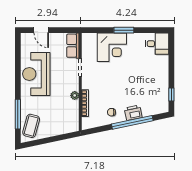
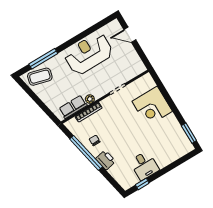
door: (41, 30) -> (130, 35), hinge flipped
window: (124, 30) -> (189, 133), moved
desk: (157, 44) -> (144, 165), moved
row of seats: (73, 46) -> (73, 107), moved
window: (132, 122) -> (86, 153), moved

